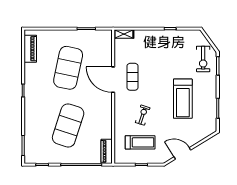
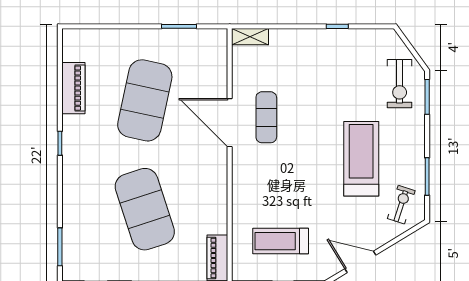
piano: (30, 49) -> (73, 88), moved
treadmill: (183, 99) -> (361, 159), turned 180
exercise bike: (143, 115) -> (401, 205), moved
exercise mat: (68, 125) -> (145, 209), turned -36
treadmill: (140, 142) -> (281, 241), turned 180

